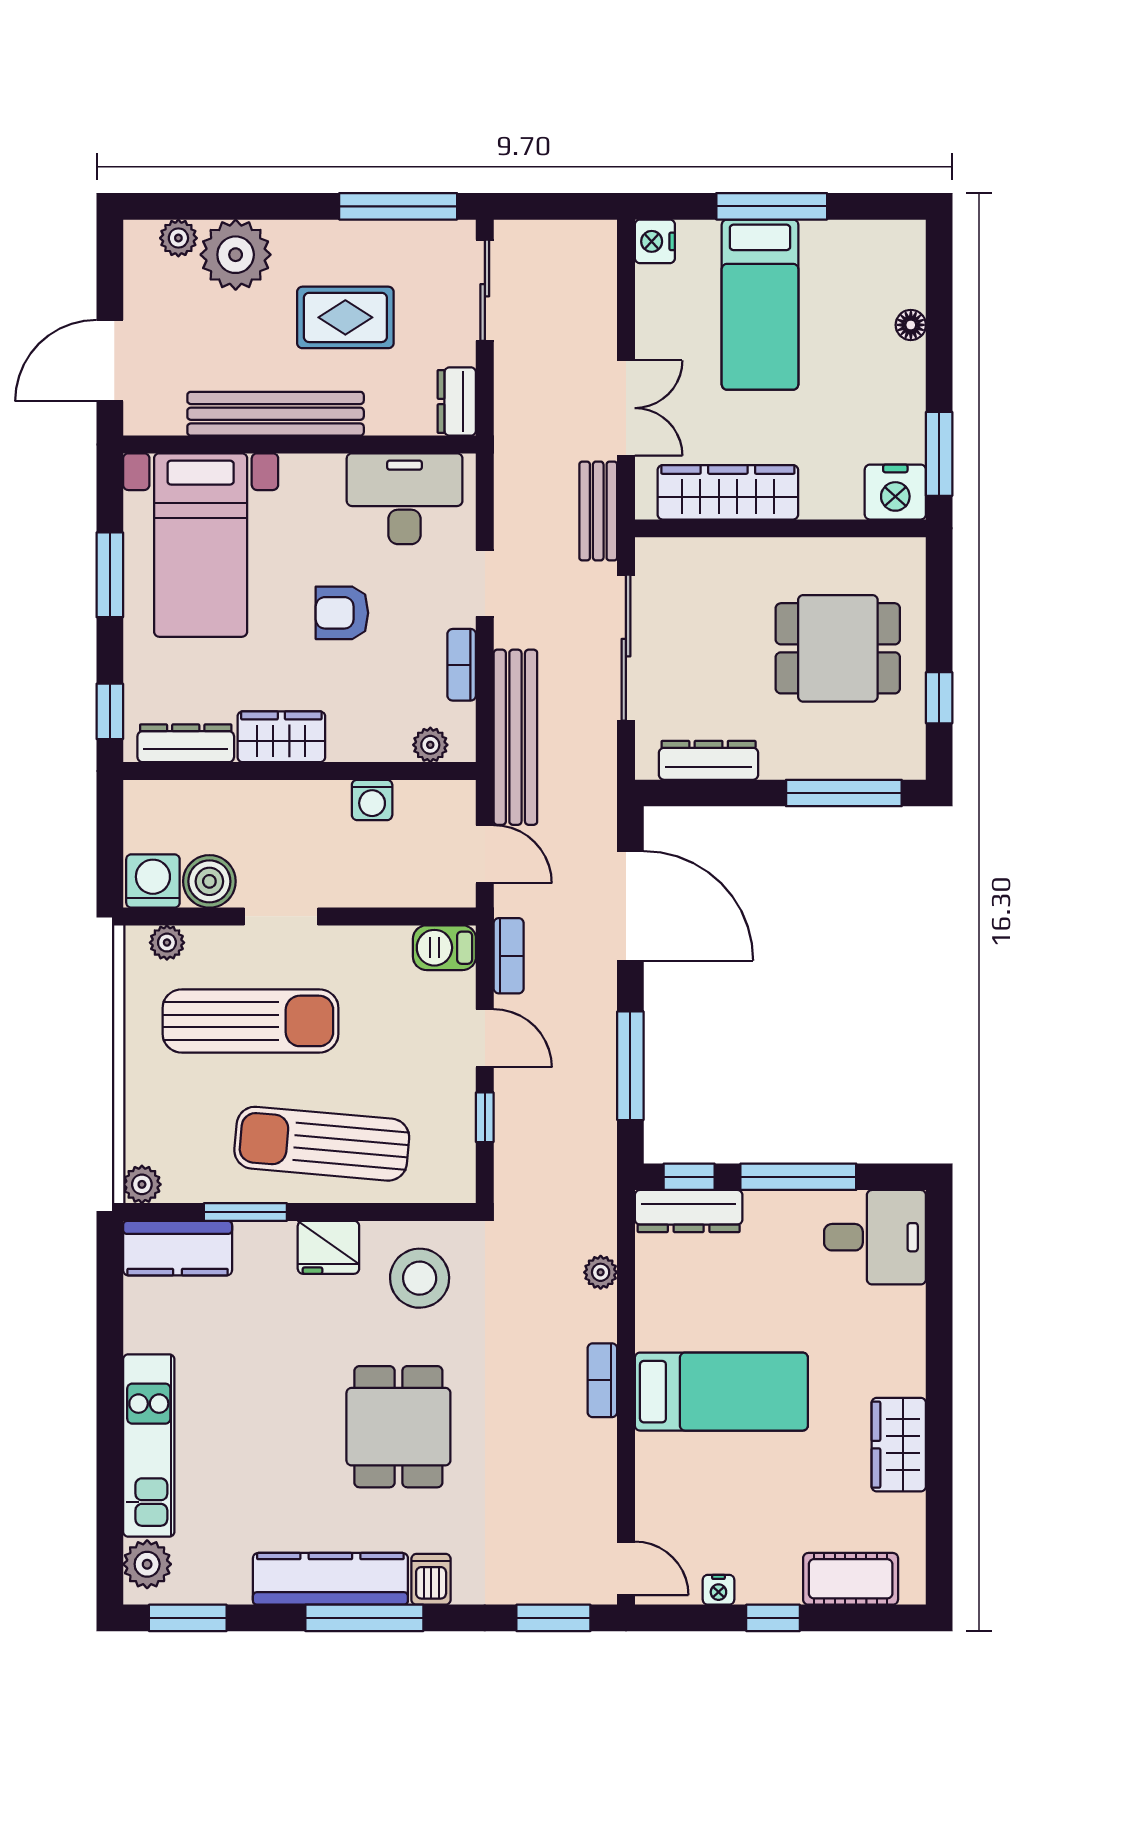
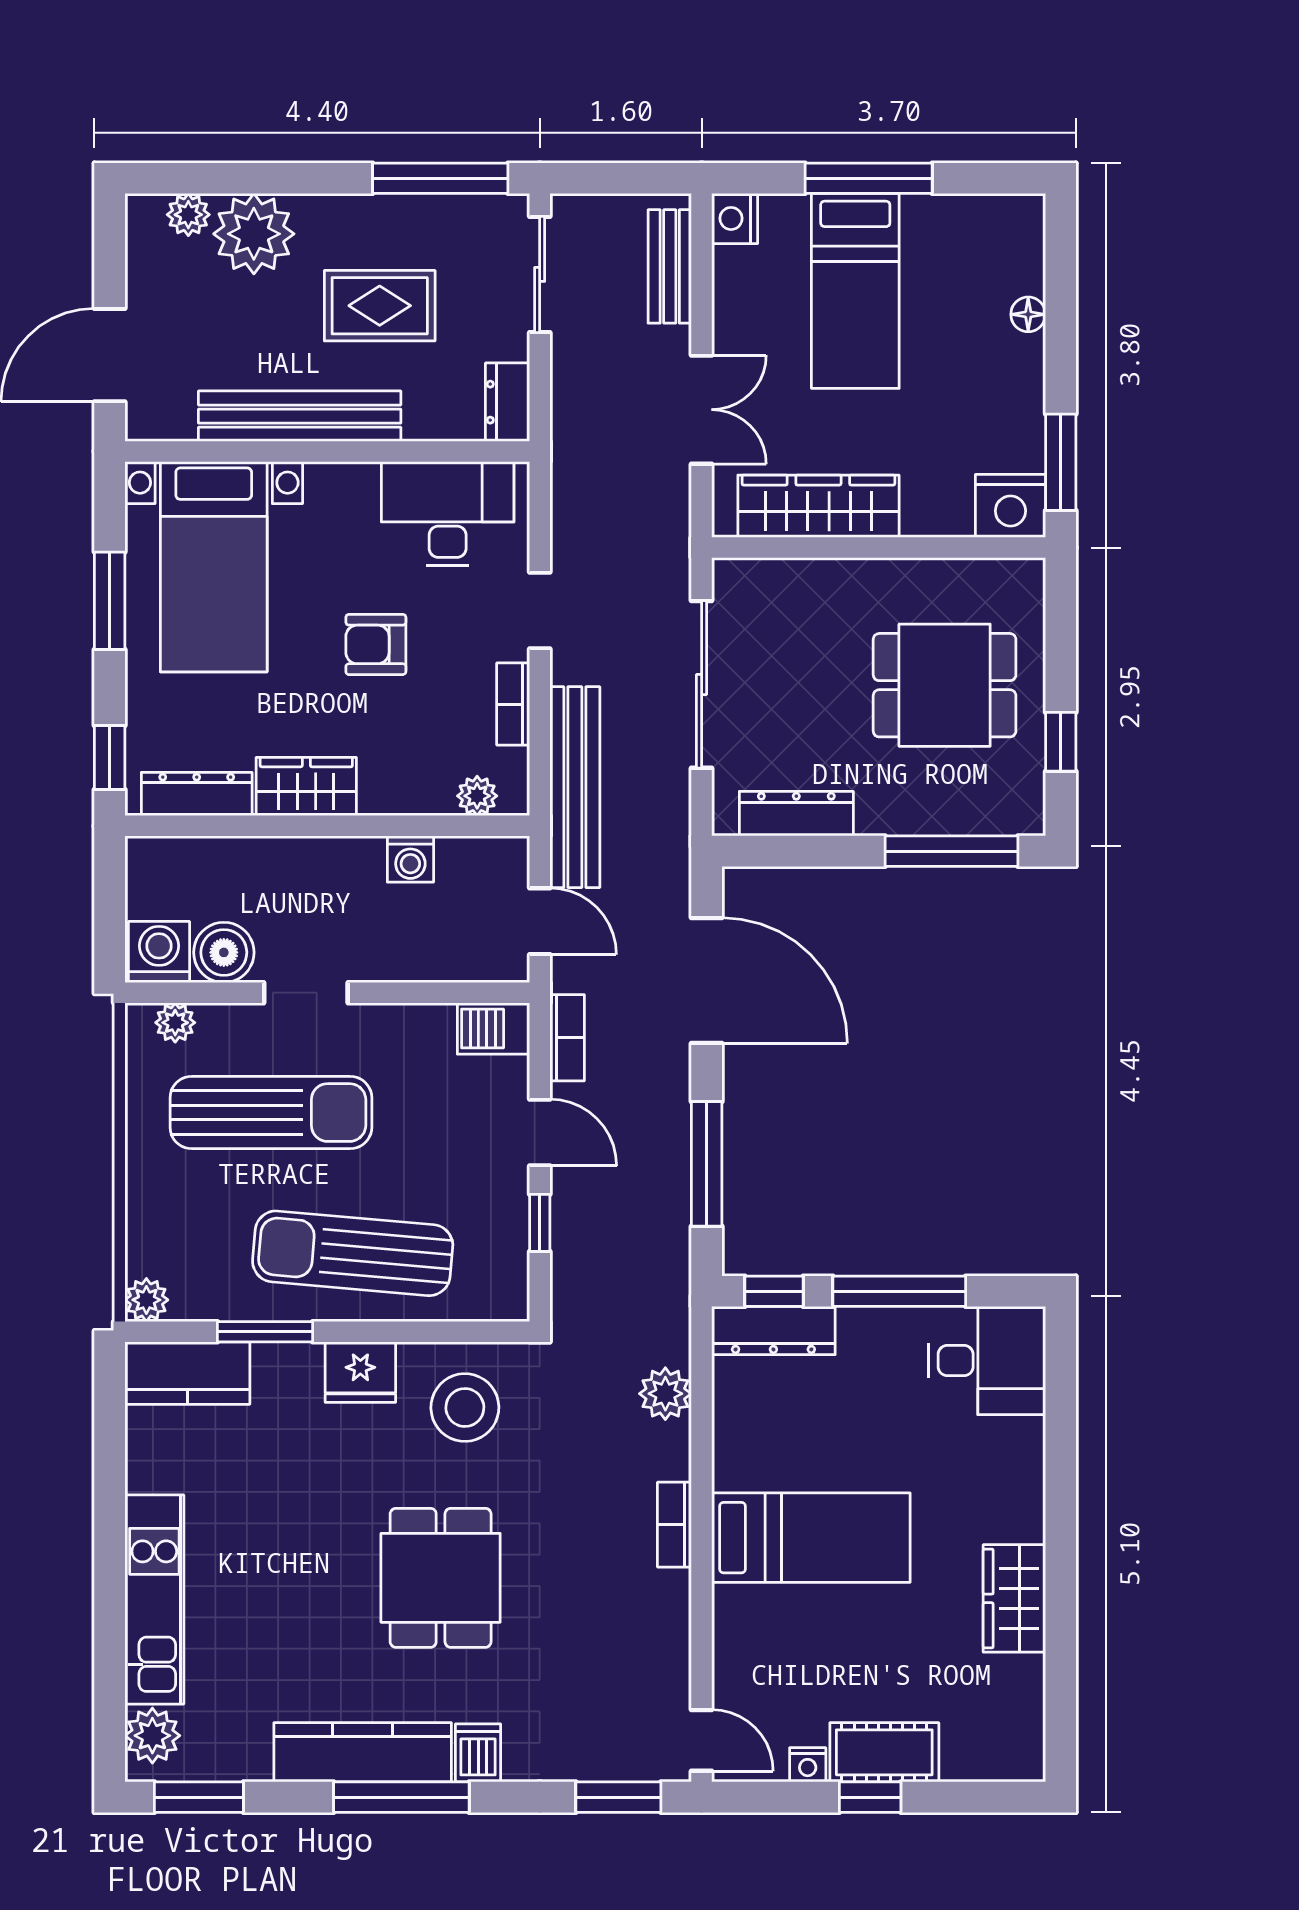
bench: (598, 511) -> (670, 266), moved
plant: (601, 1272) -> (665, 1394), width x1.38, depth x1.38
cot: (851, 1579) -> (884, 1752), moved

